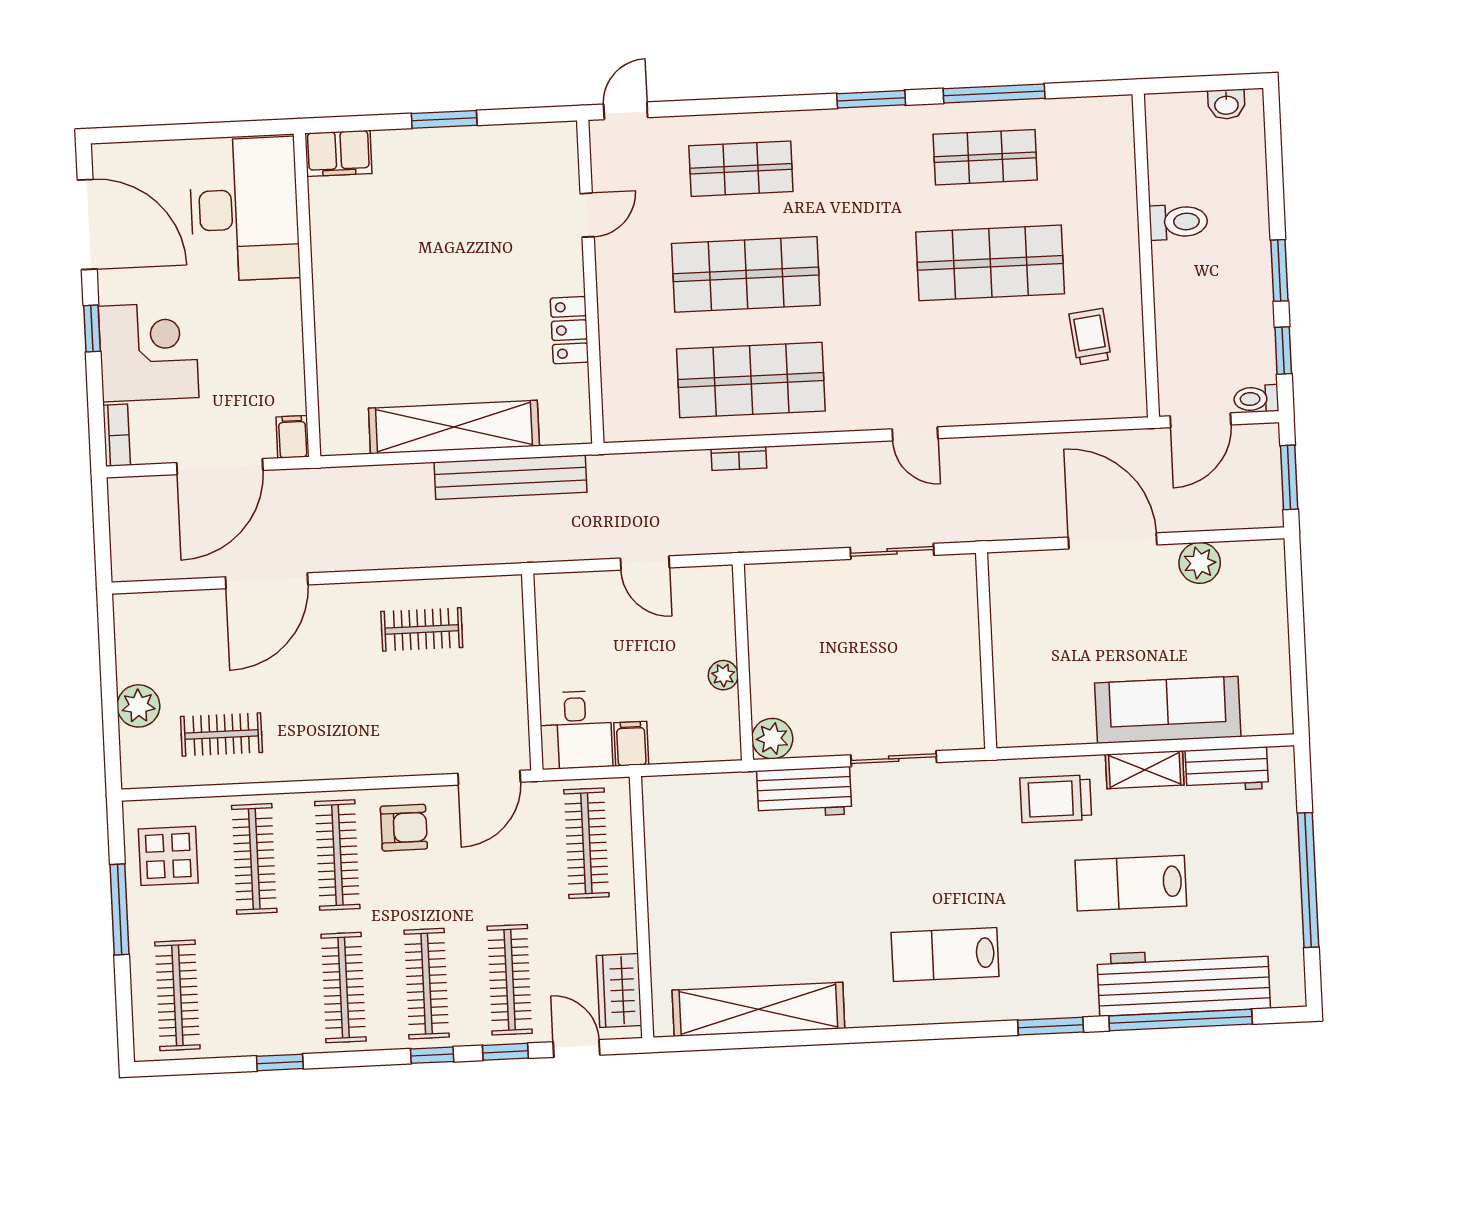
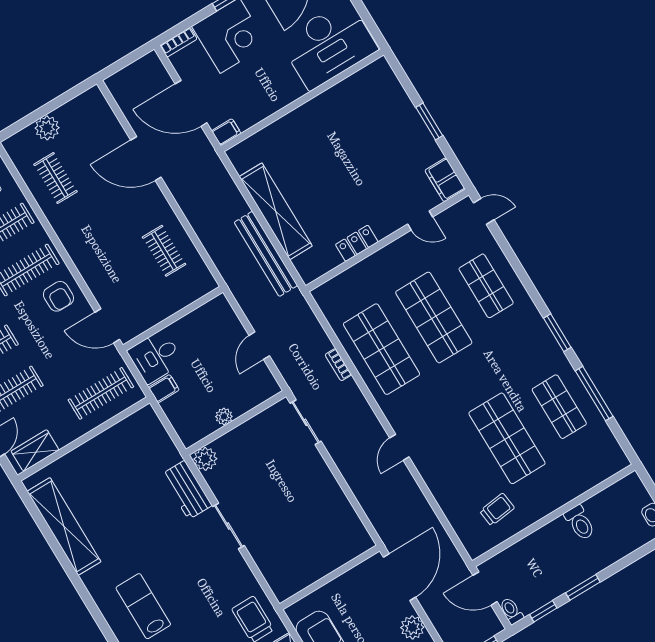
filing cabinet: (338, 153) -> (445, 180), moved
sliding door: (892, 551) -> (306, 422), moved
wall: (986, 651) -> (330, 577), moved

